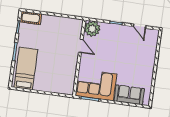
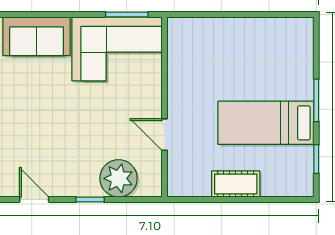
cot: (31, 18) -> (236, 184), moved
plant: (92, 29) -> (119, 178), moved
bed: (26, 68) -> (266, 123), moved, turned 90

